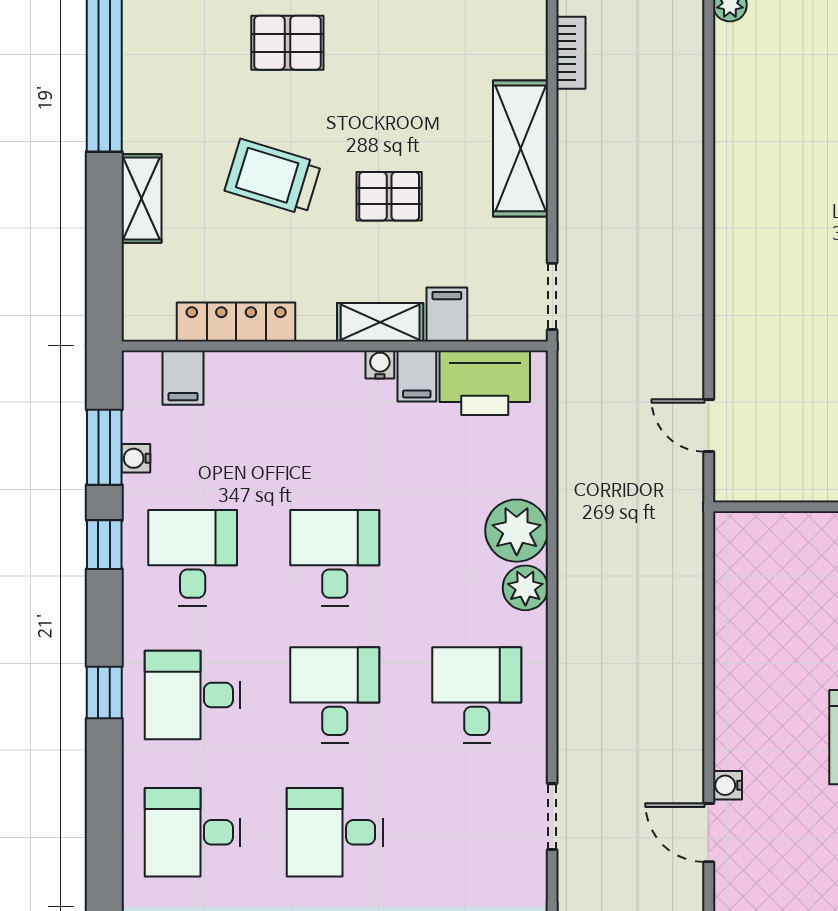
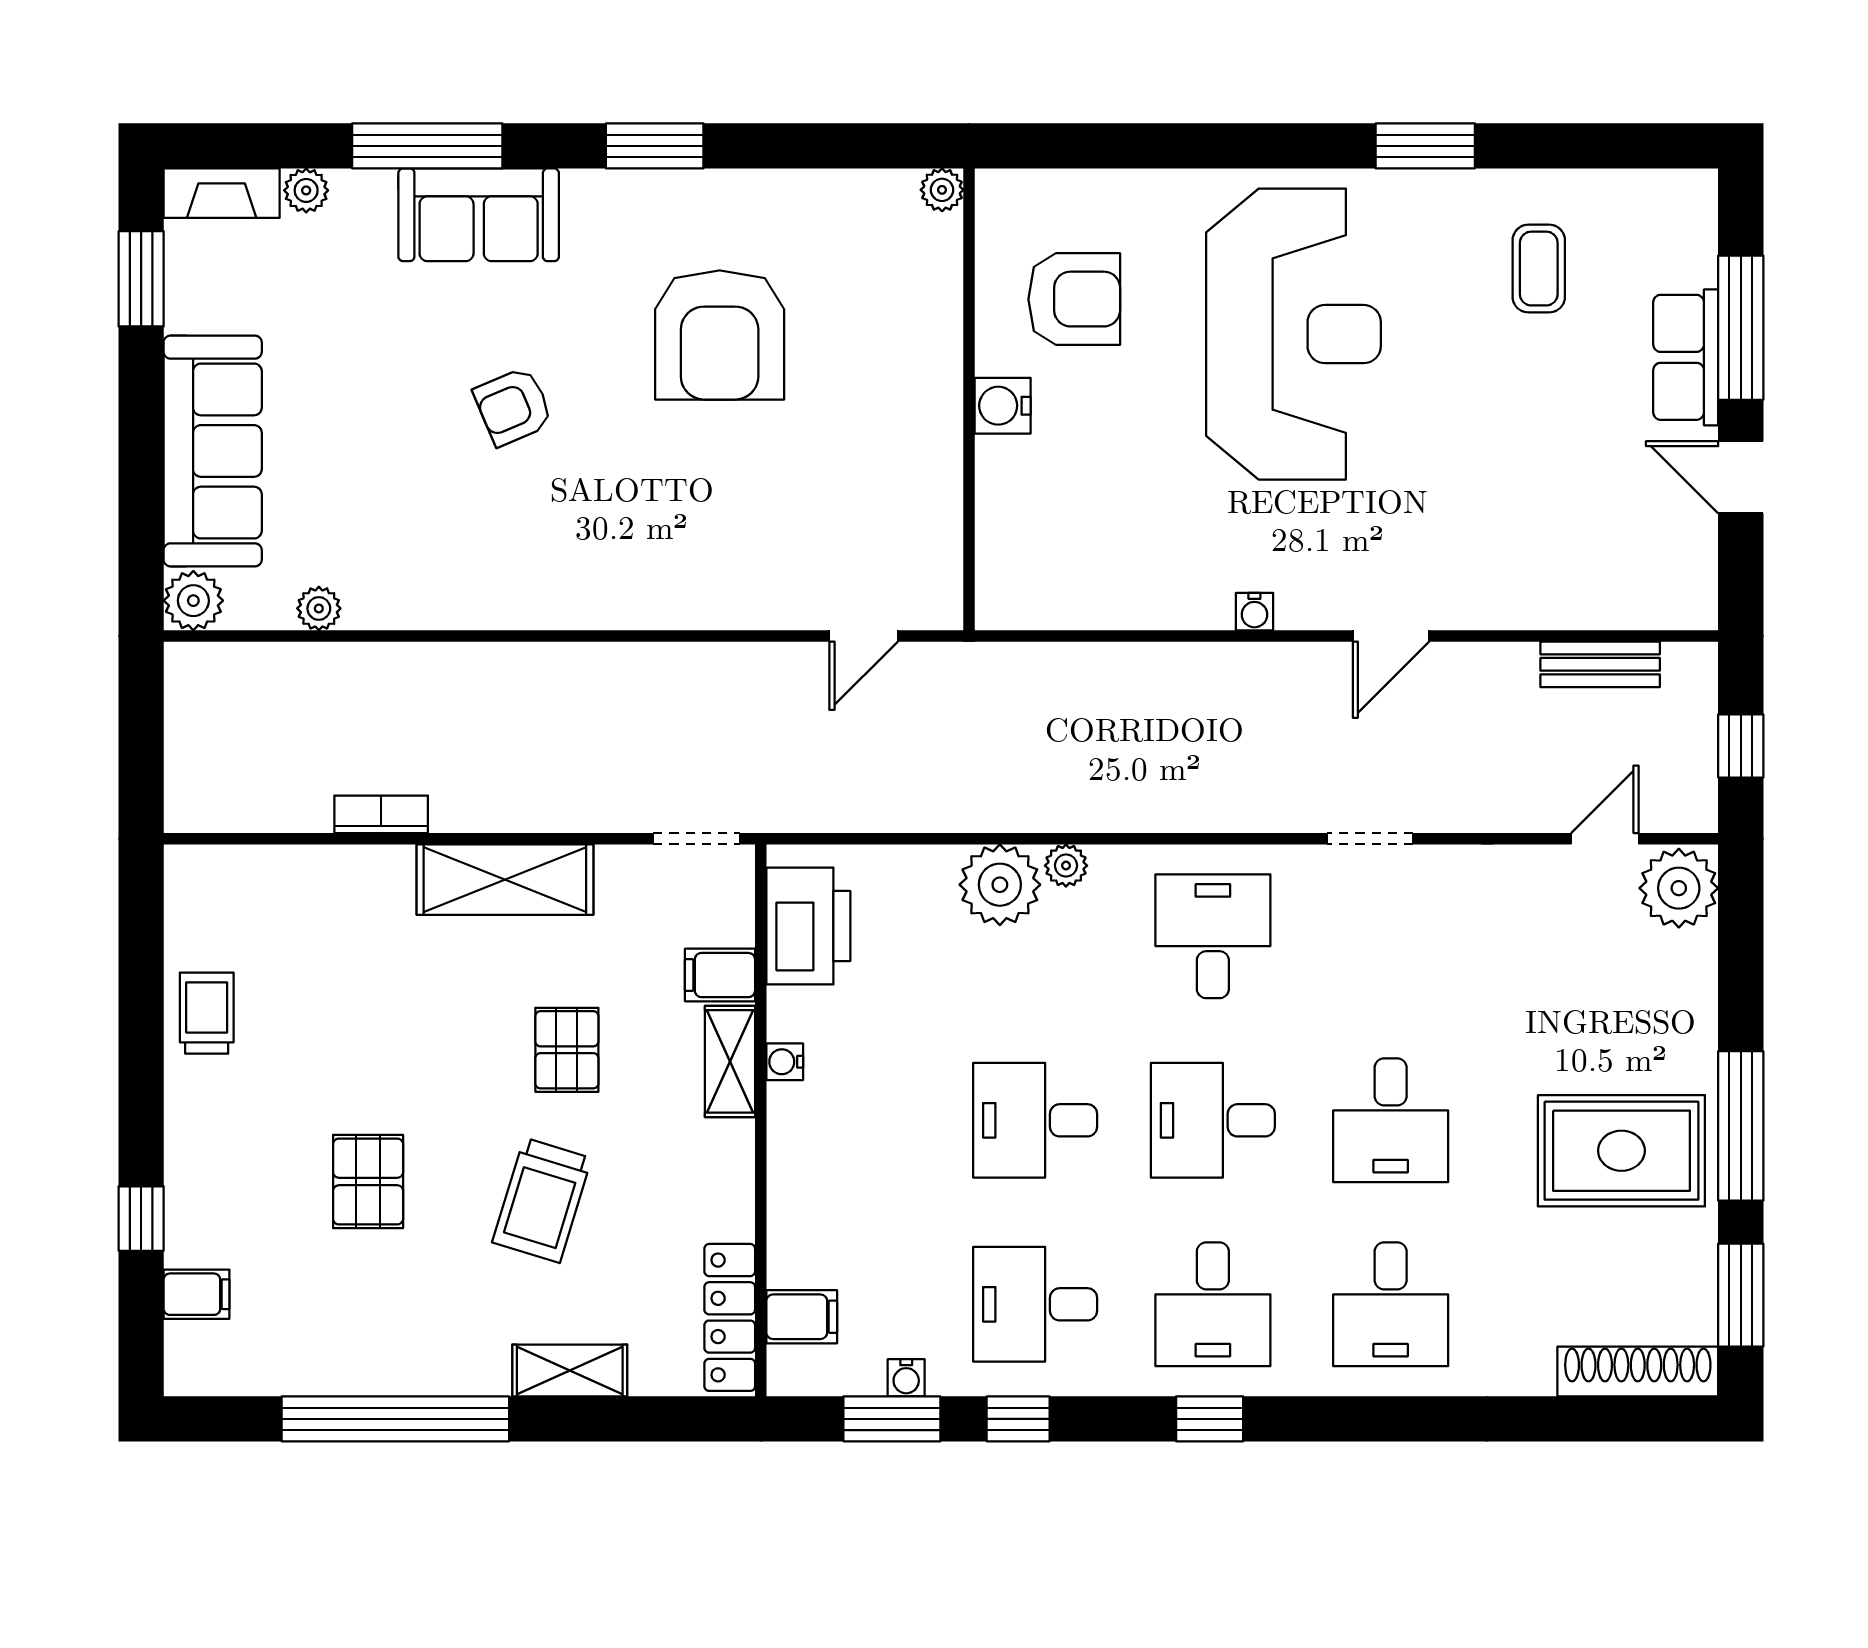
locker: (236, 322) -> (730, 1317), moved
filing cabinet: (417, 376) -> (800, 1014), removed
plant: (525, 588) -> (1066, 866), width x0.73, depth x0.73
desk: (477, 695) -> (1213, 936), turned 90
water cooler: (727, 785) -> (1254, 612), moved

